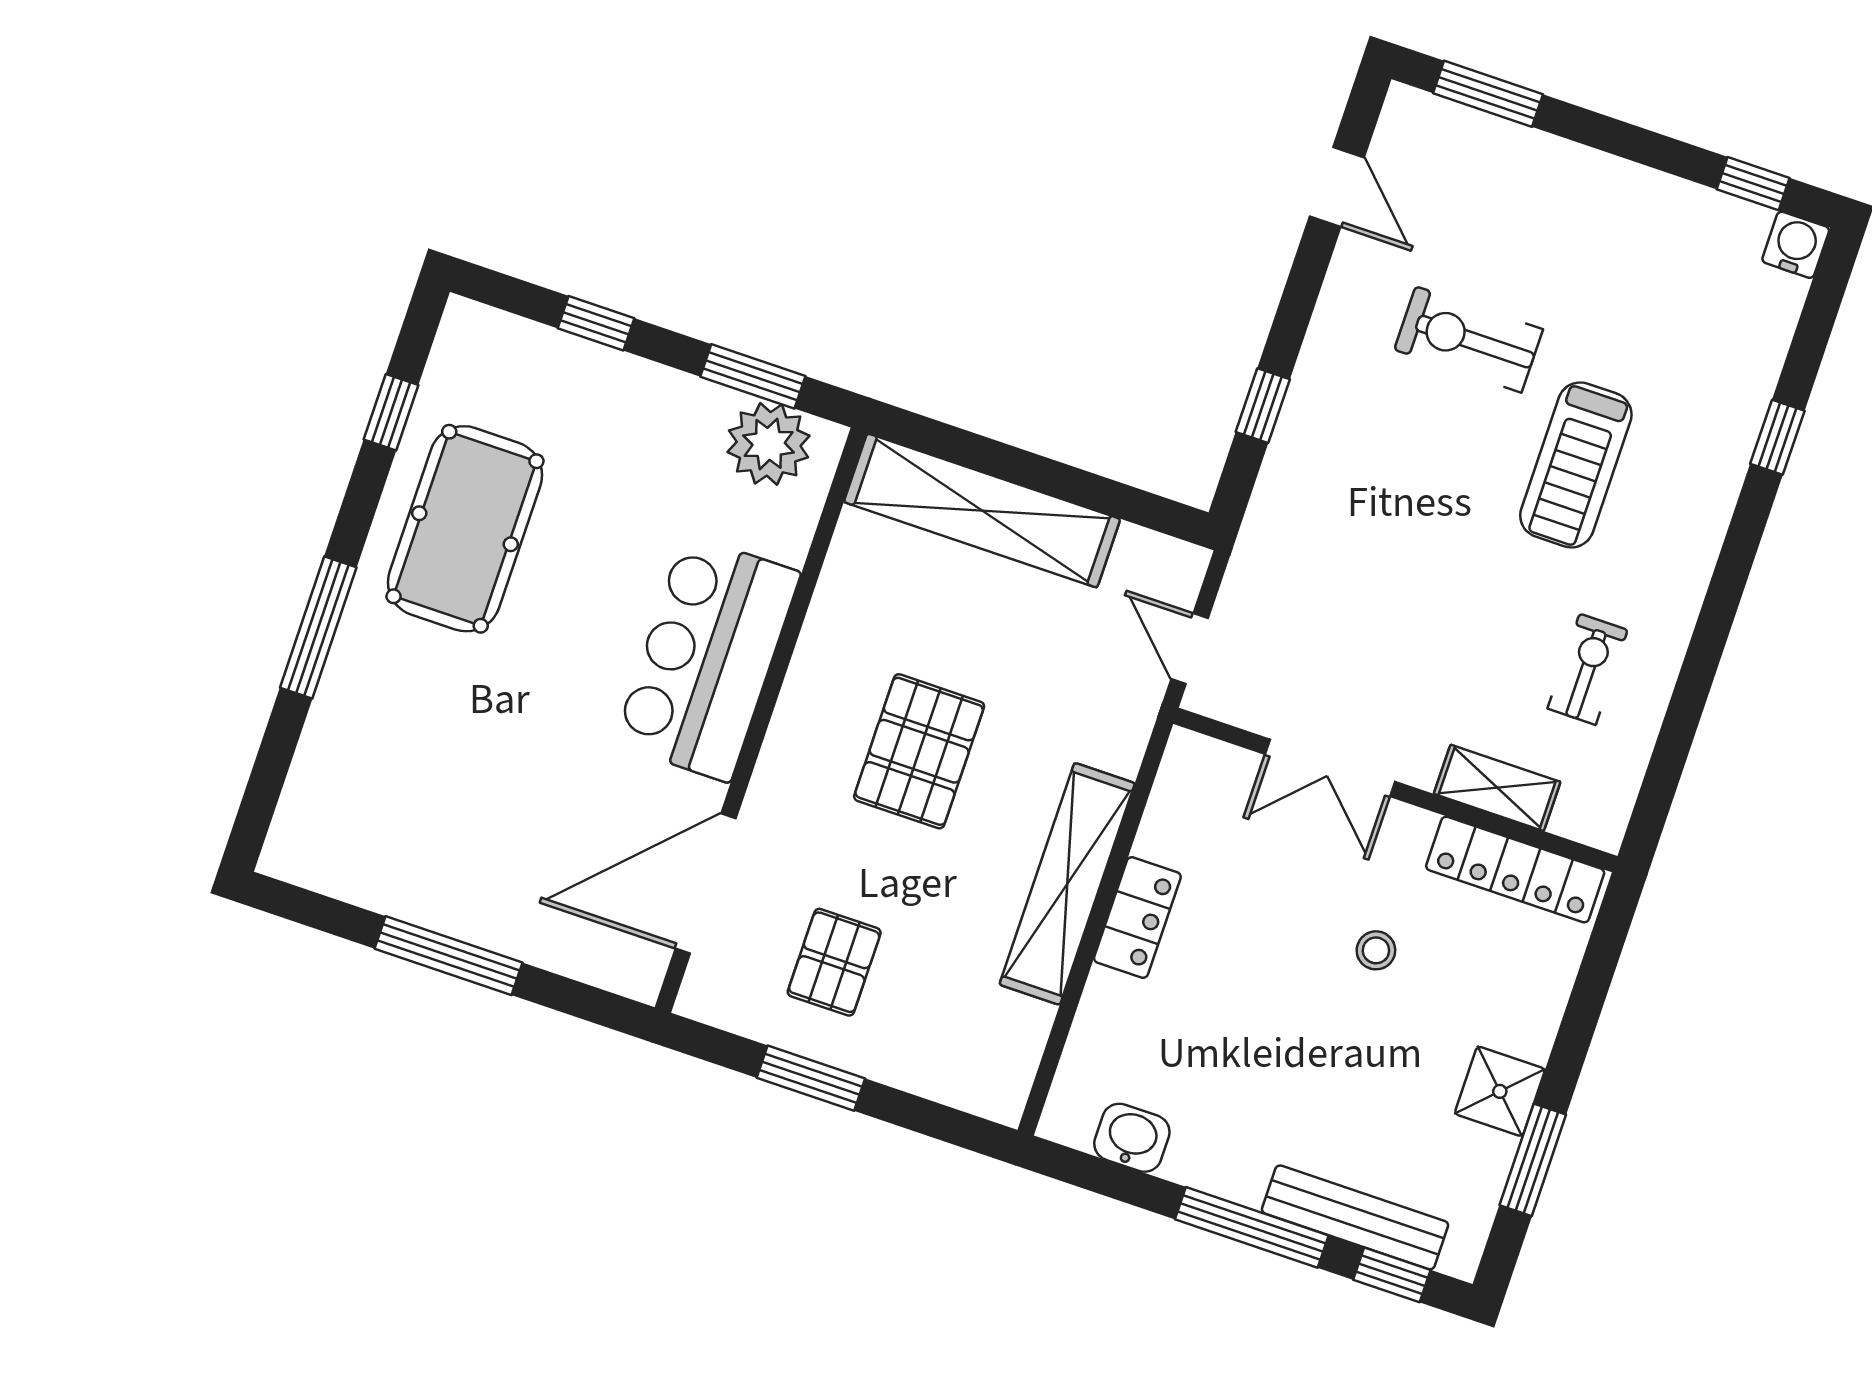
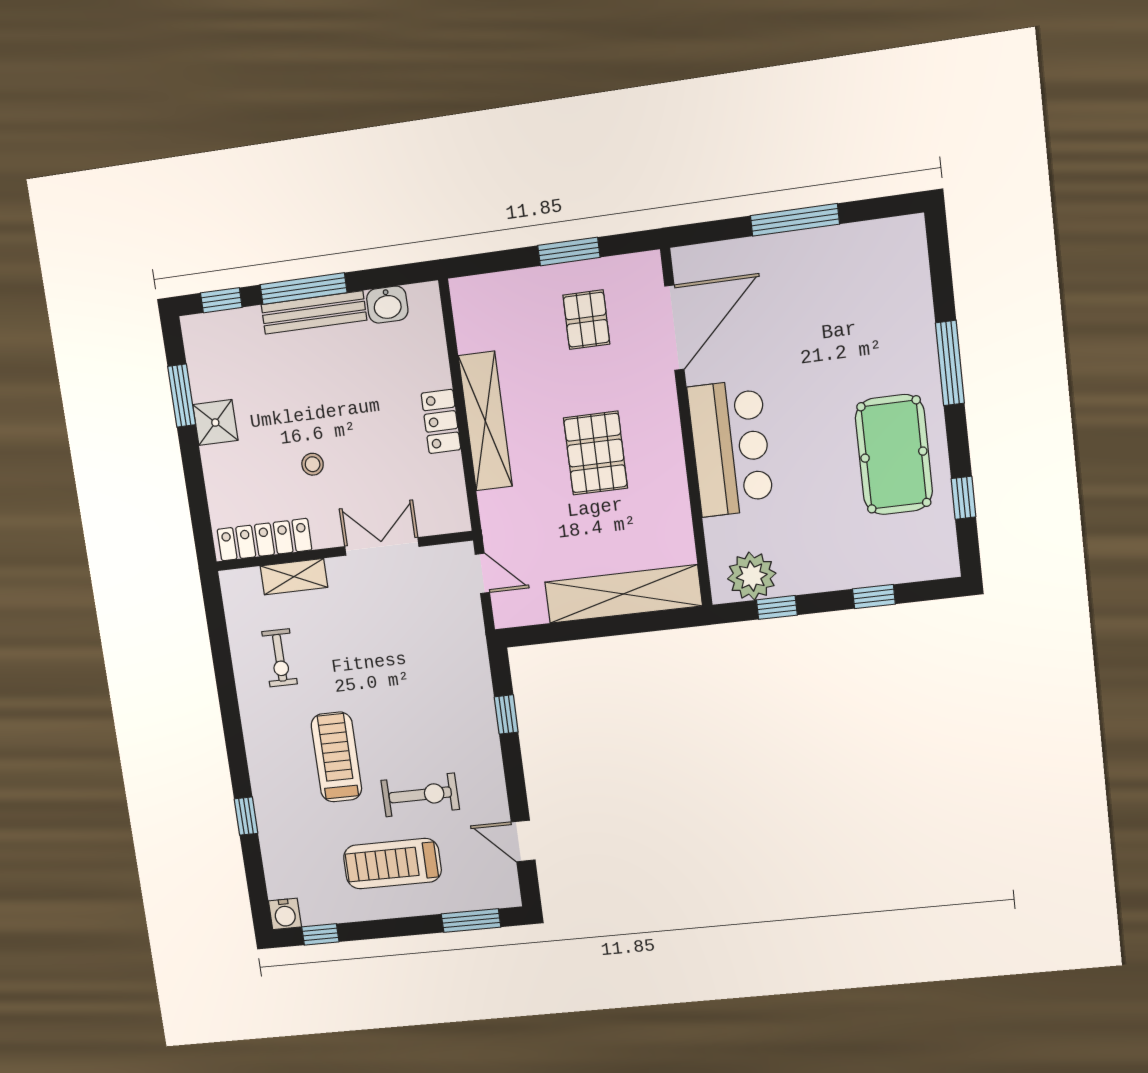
treadmill: (1572, 247) -> (392, 864), added
window: (753, 376) -> (777, 607), width x0.67
bench: (1355, 1217) -> (314, 312), moved

